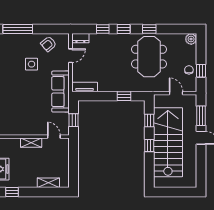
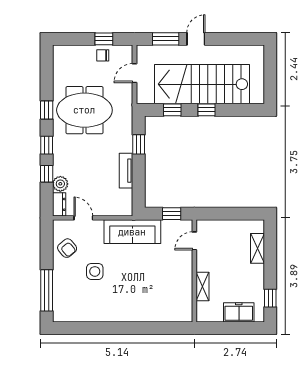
plant: (191, 39) -> (60, 184), moved
tv unit: (85, 87) -> (126, 171), moved
shelving: (31, 143) -> (203, 286), moved

